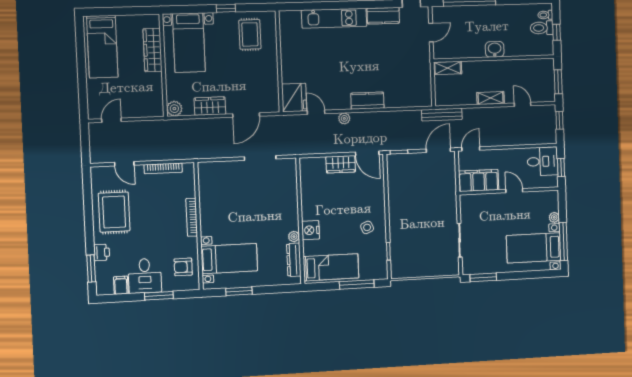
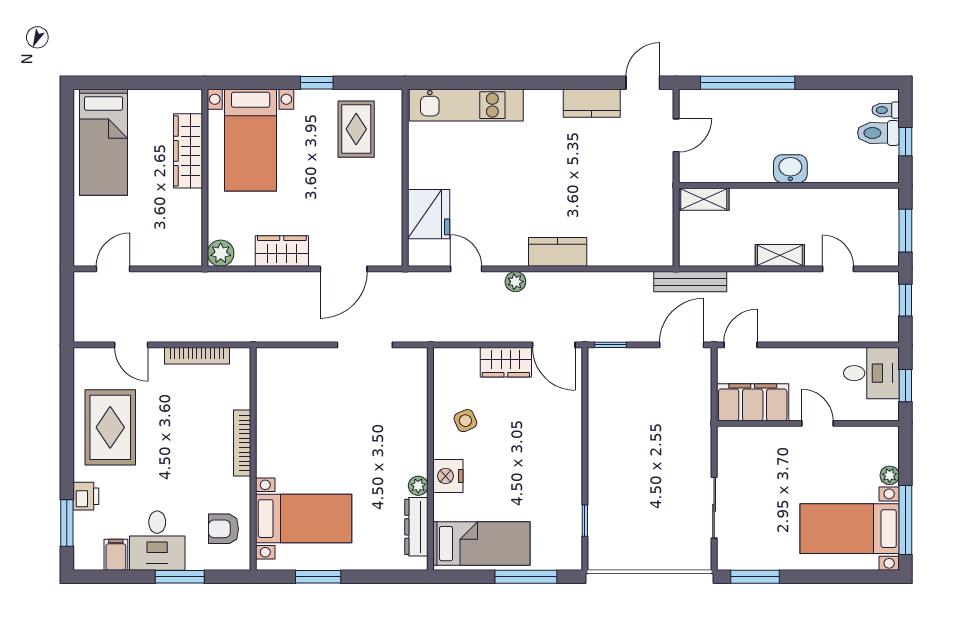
kitchen unit: (334, 18) -> (466, 105), moved
fridge: (294, 98) -> (429, 214), moved
side table: (367, 227) -> (465, 421), moved

